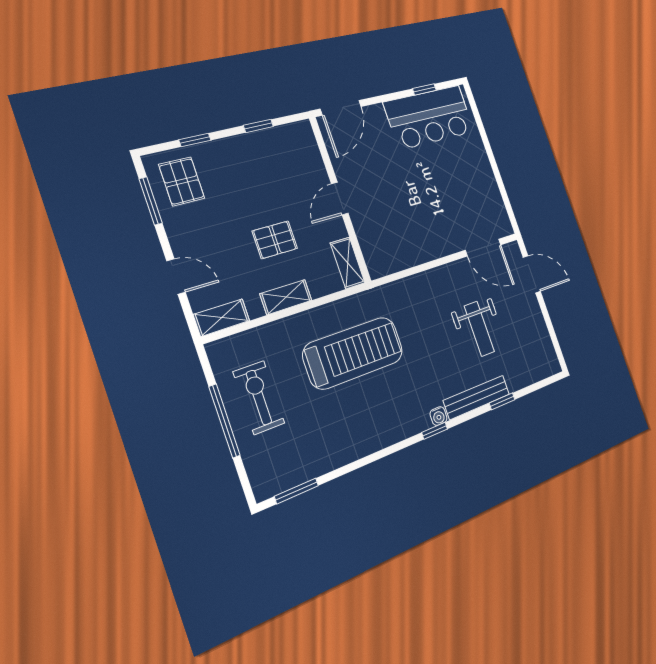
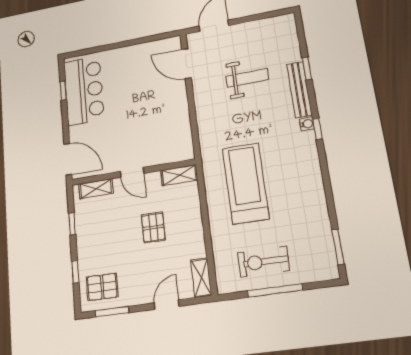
door: (483, 248) -> (186, 64), swing flipped
shelving: (286, 297) -> (96, 189), moved, turned 90

